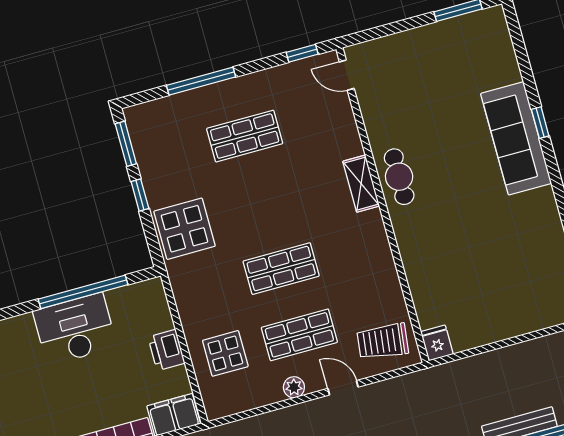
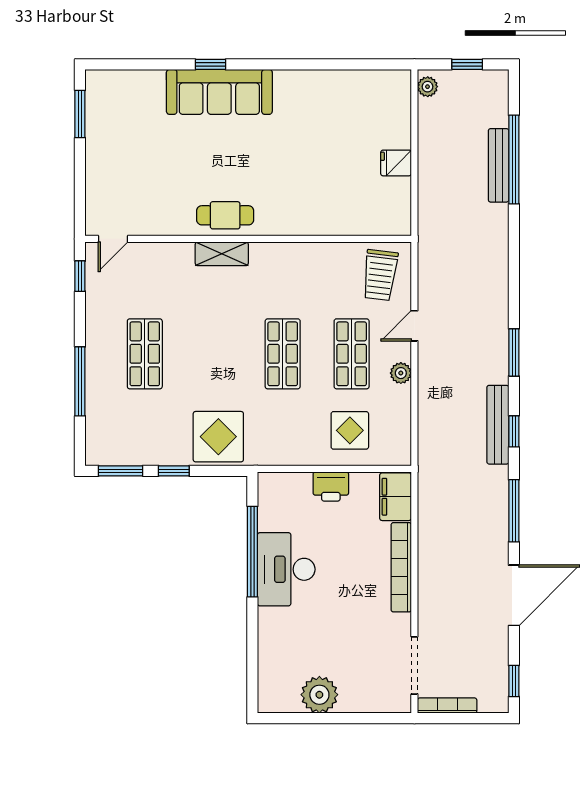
fridge: (437, 343) -> (396, 163), moved

